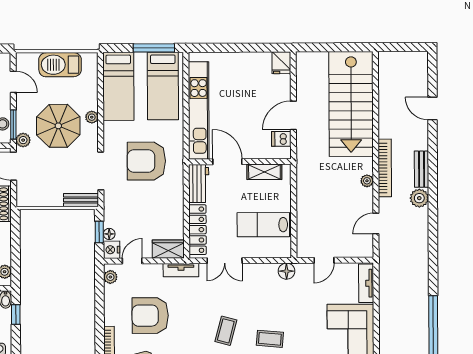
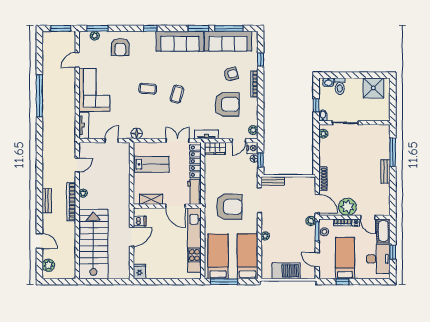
parasol: (58, 126) -> (287, 230), removed
plant: (419, 198) -> (48, 265), moved

